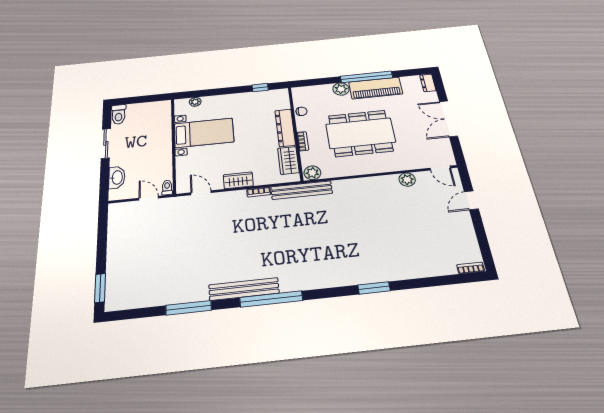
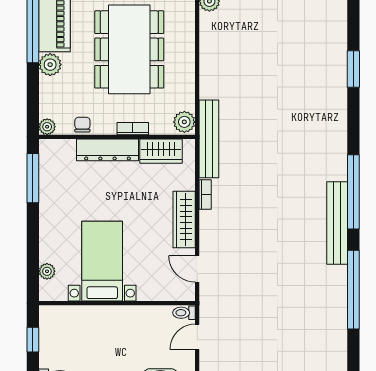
window: (260, 88) -> (33, 178), width x2.17
plant: (297, 92) -> (47, 127), added
window: (147, 99) -> (33, 340), added
wardrobe: (238, 180) -> (184, 220), width x1.50
door: (201, 193) -> (197, 269), hinge flipped
window: (189, 308) -> (353, 290), width x1.46

